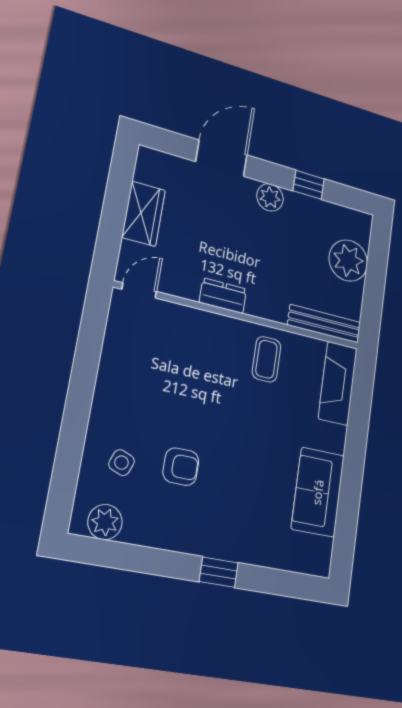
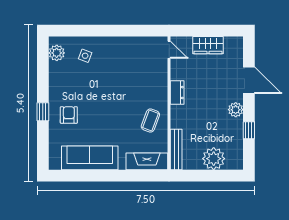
coffee table: (266, 359) -> (150, 120), turned -69
armchair: (181, 467) -> (69, 115), moved, turned 180
sofa: (318, 492) -> (90, 158), width x1.36

